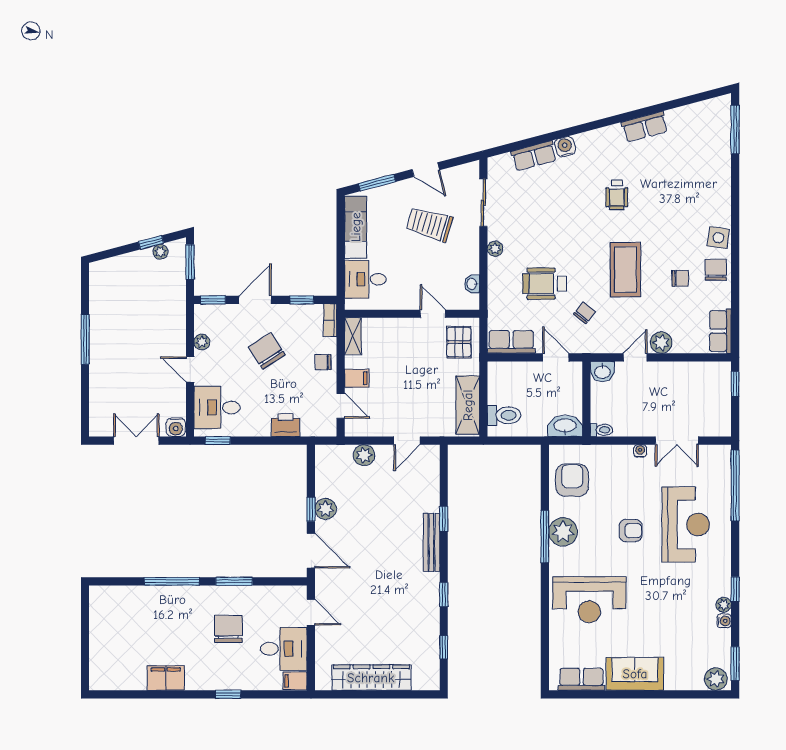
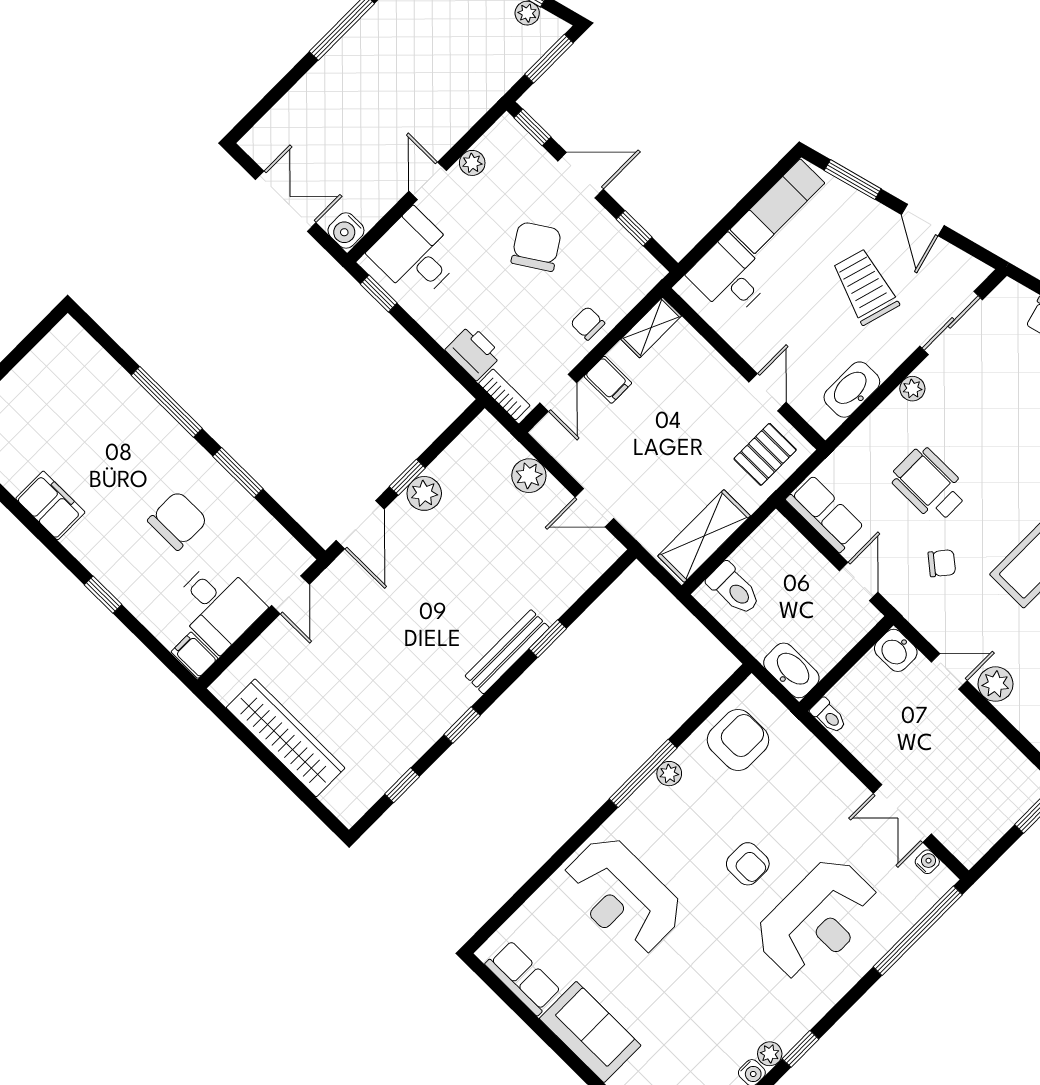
washbasin: (472, 284) -> (852, 390), width x1.91, depth x1.45
bookcase: (330, 320) -> (504, 394), moved, turned 90
water cooler: (640, 451) -> (927, 862), moved
plant: (563, 532) -> (669, 774), width x0.53, depth x0.53

